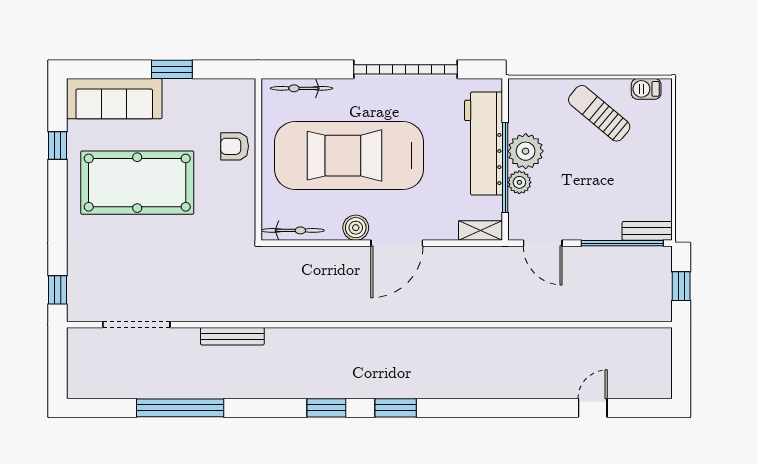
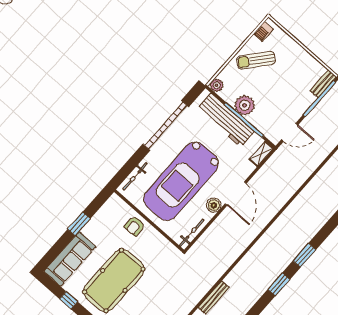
plant: (519, 182) -> (217, 85), moved

